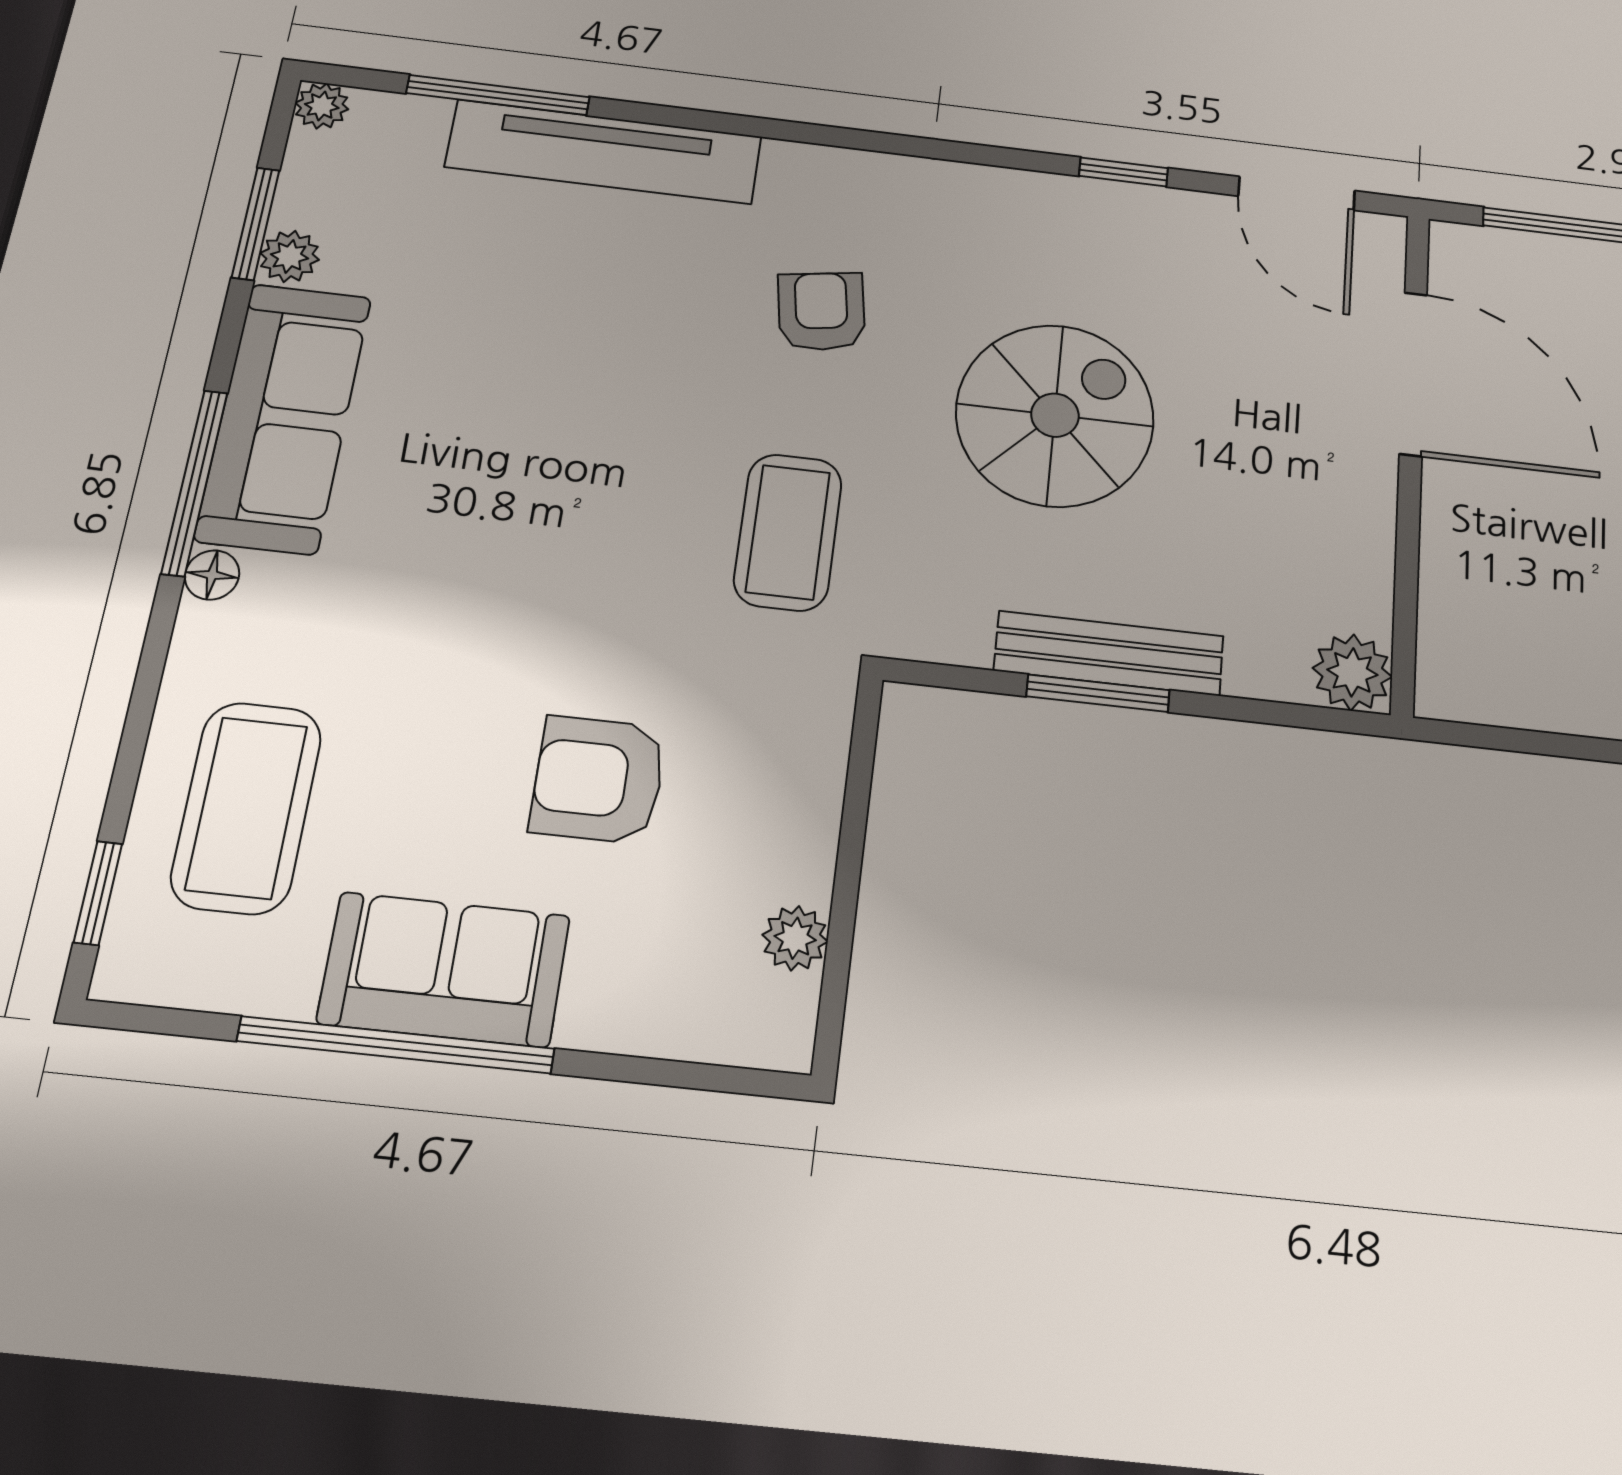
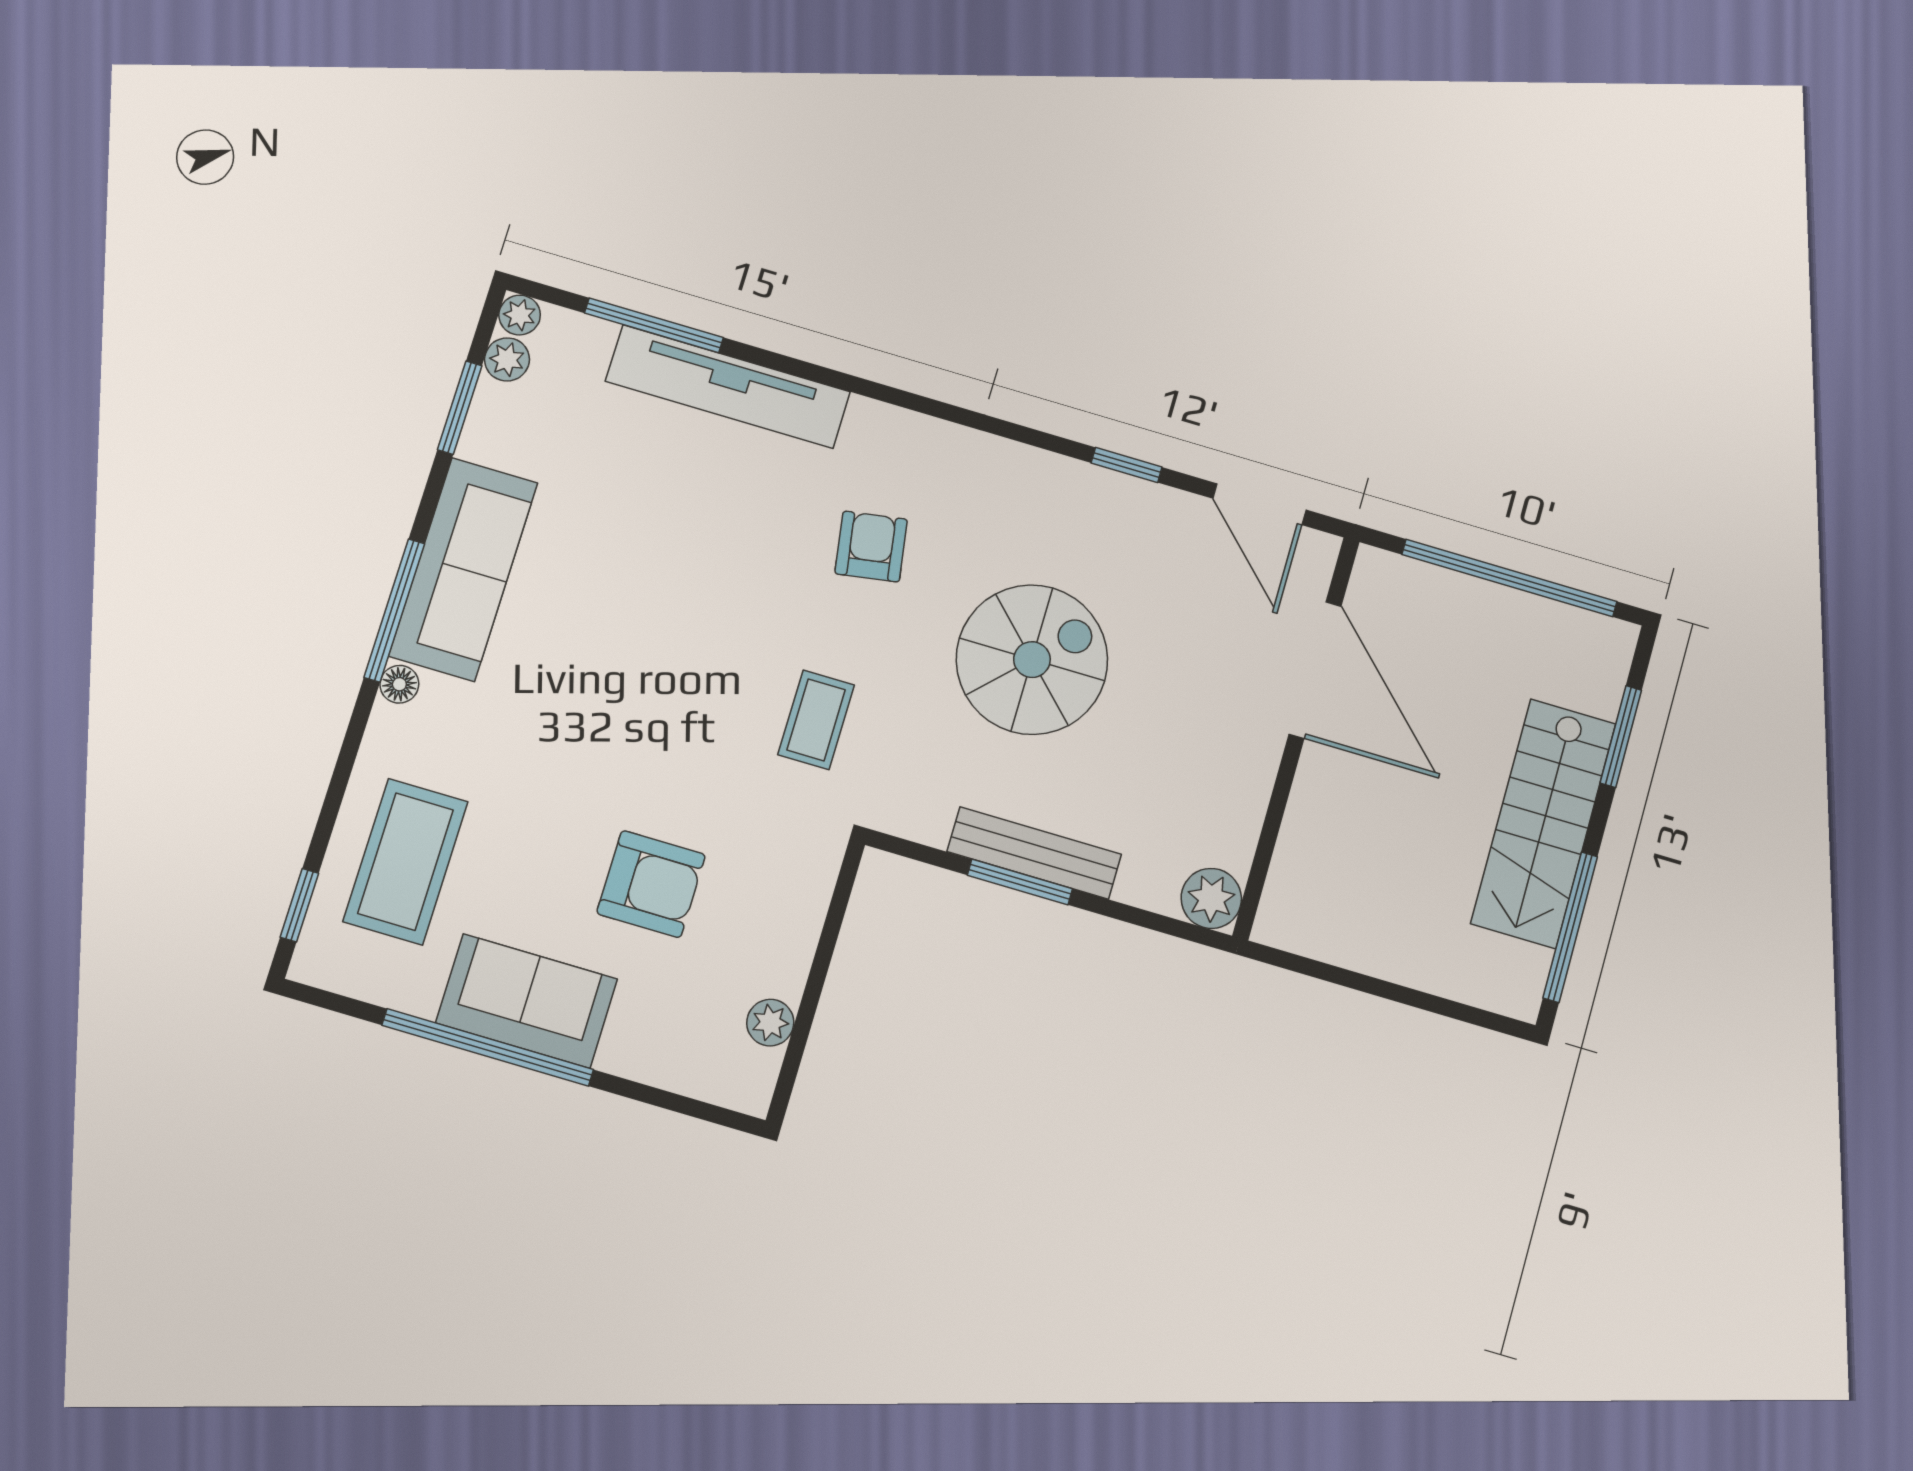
plant: (290, 256) -> (507, 359), moved
coffee table: (788, 532) -> (816, 720), width x0.73, depth x0.77
armchair: (598, 780) -> (651, 884), turned 180

